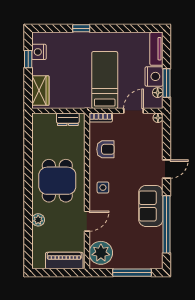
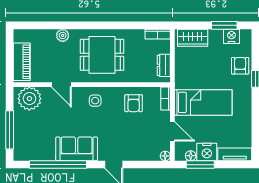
armchair: (68, 43) -> (240, 66), added
window: (28, 59) -> (224, 25), width x1.50
bookcase: (37, 125) -> (158, 34), added

